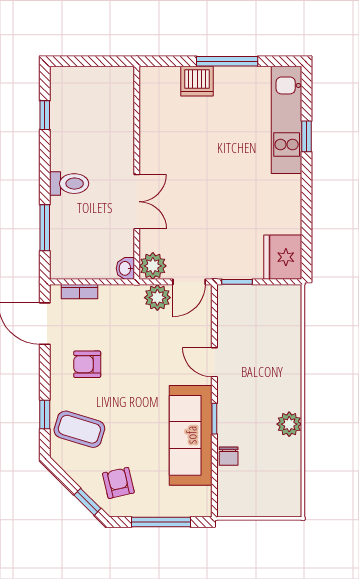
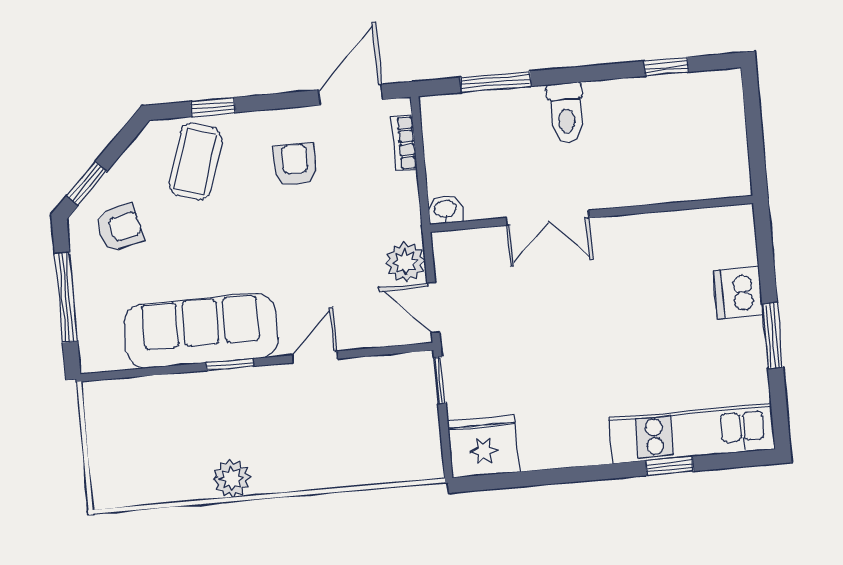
window: (227, 61) -> (773, 336), width x0.69
plant: (153, 266) -> (453, 251), removed
chair: (229, 456) -> (175, 391), removed

